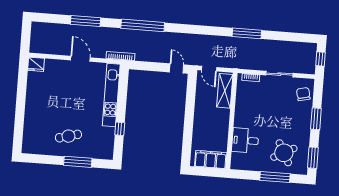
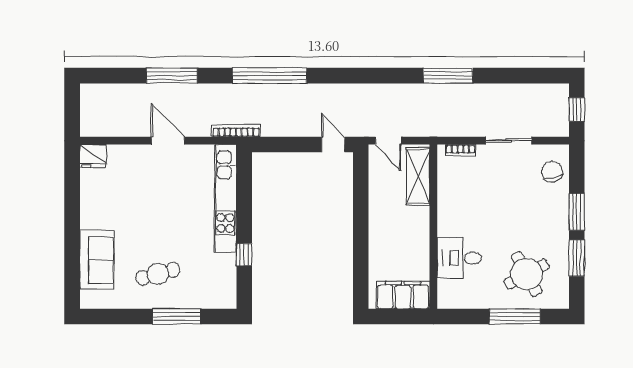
sofa: (33, 125) -> (97, 260), added
window: (313, 158) -> (577, 258), moved

